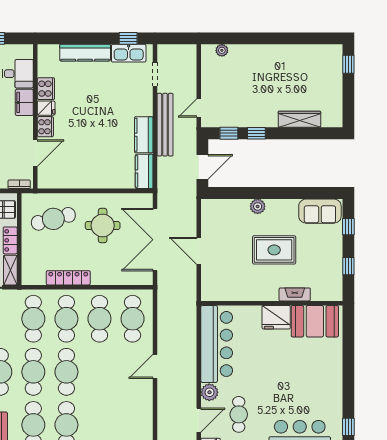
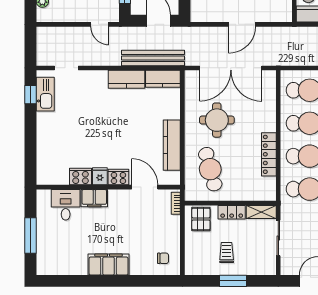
kitchen counter: (85, 53) -> (172, 145), moved, turned 180
bench: (165, 125) -> (153, 58), moved

